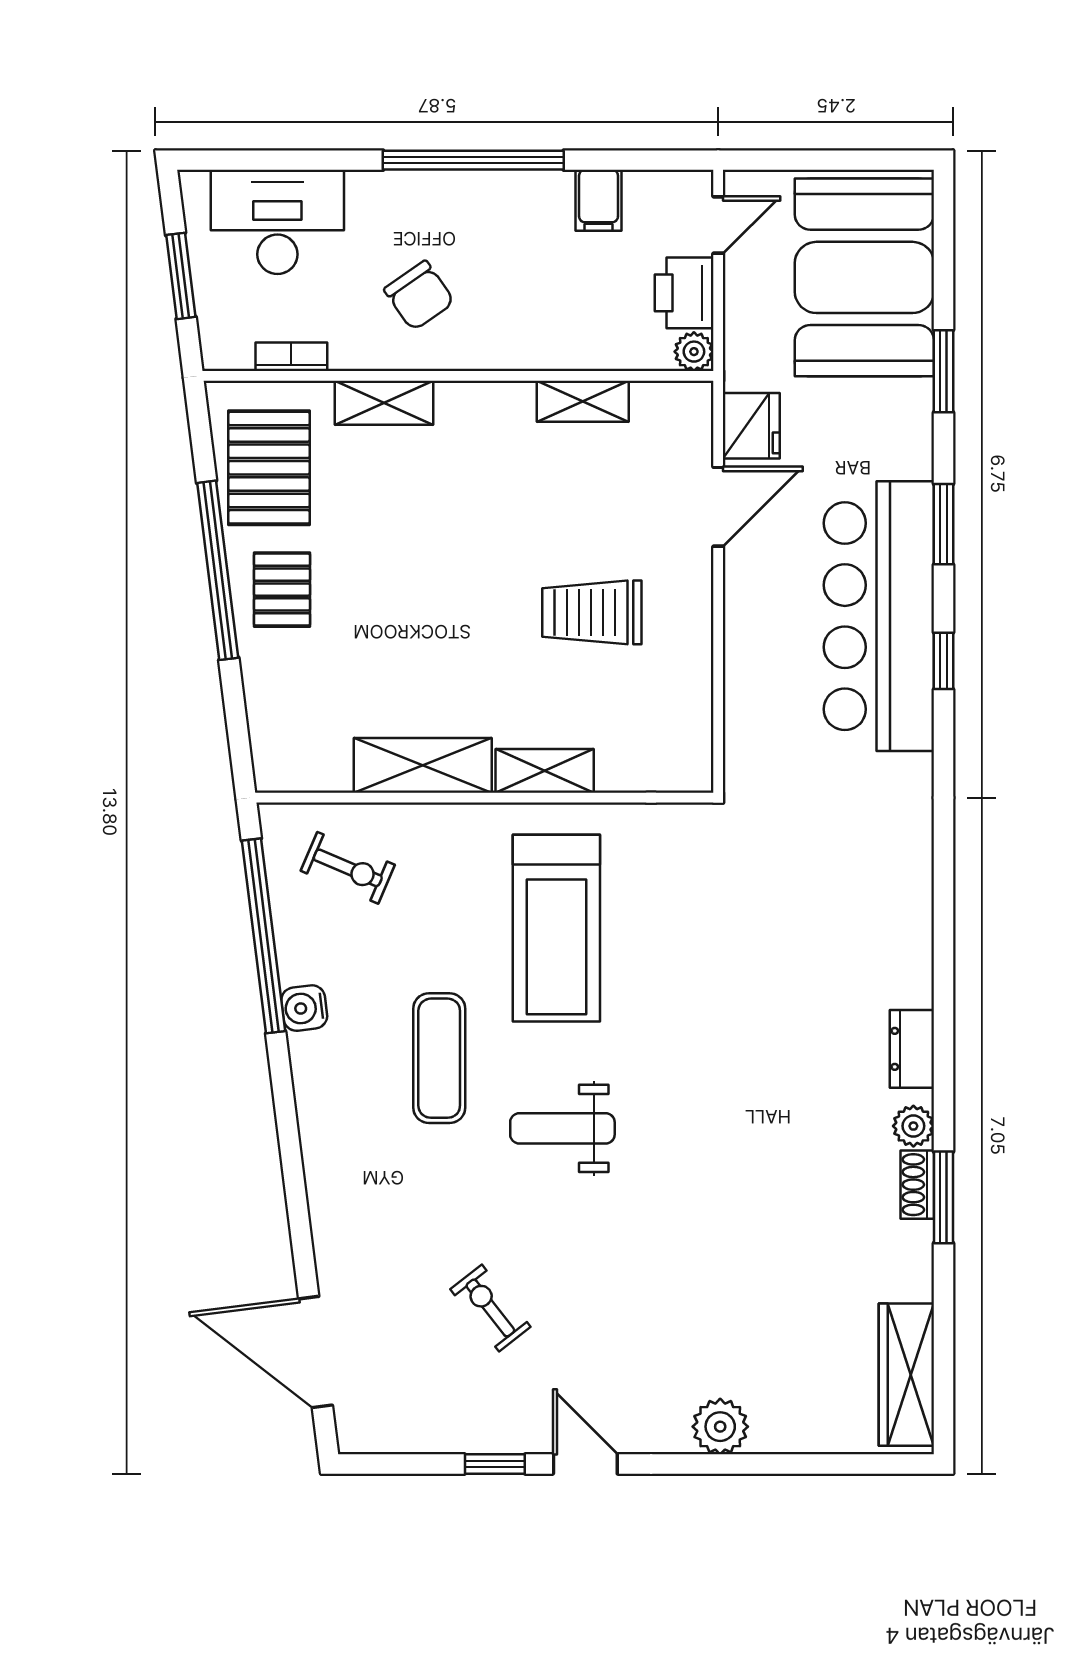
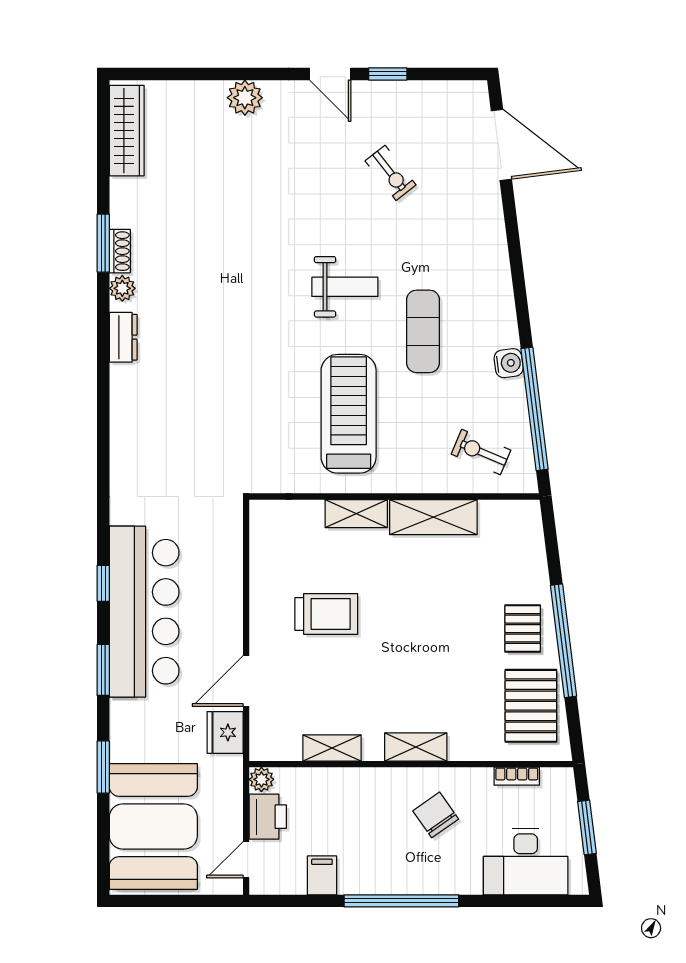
shelving: (384, 403) -> (416, 747), moved

